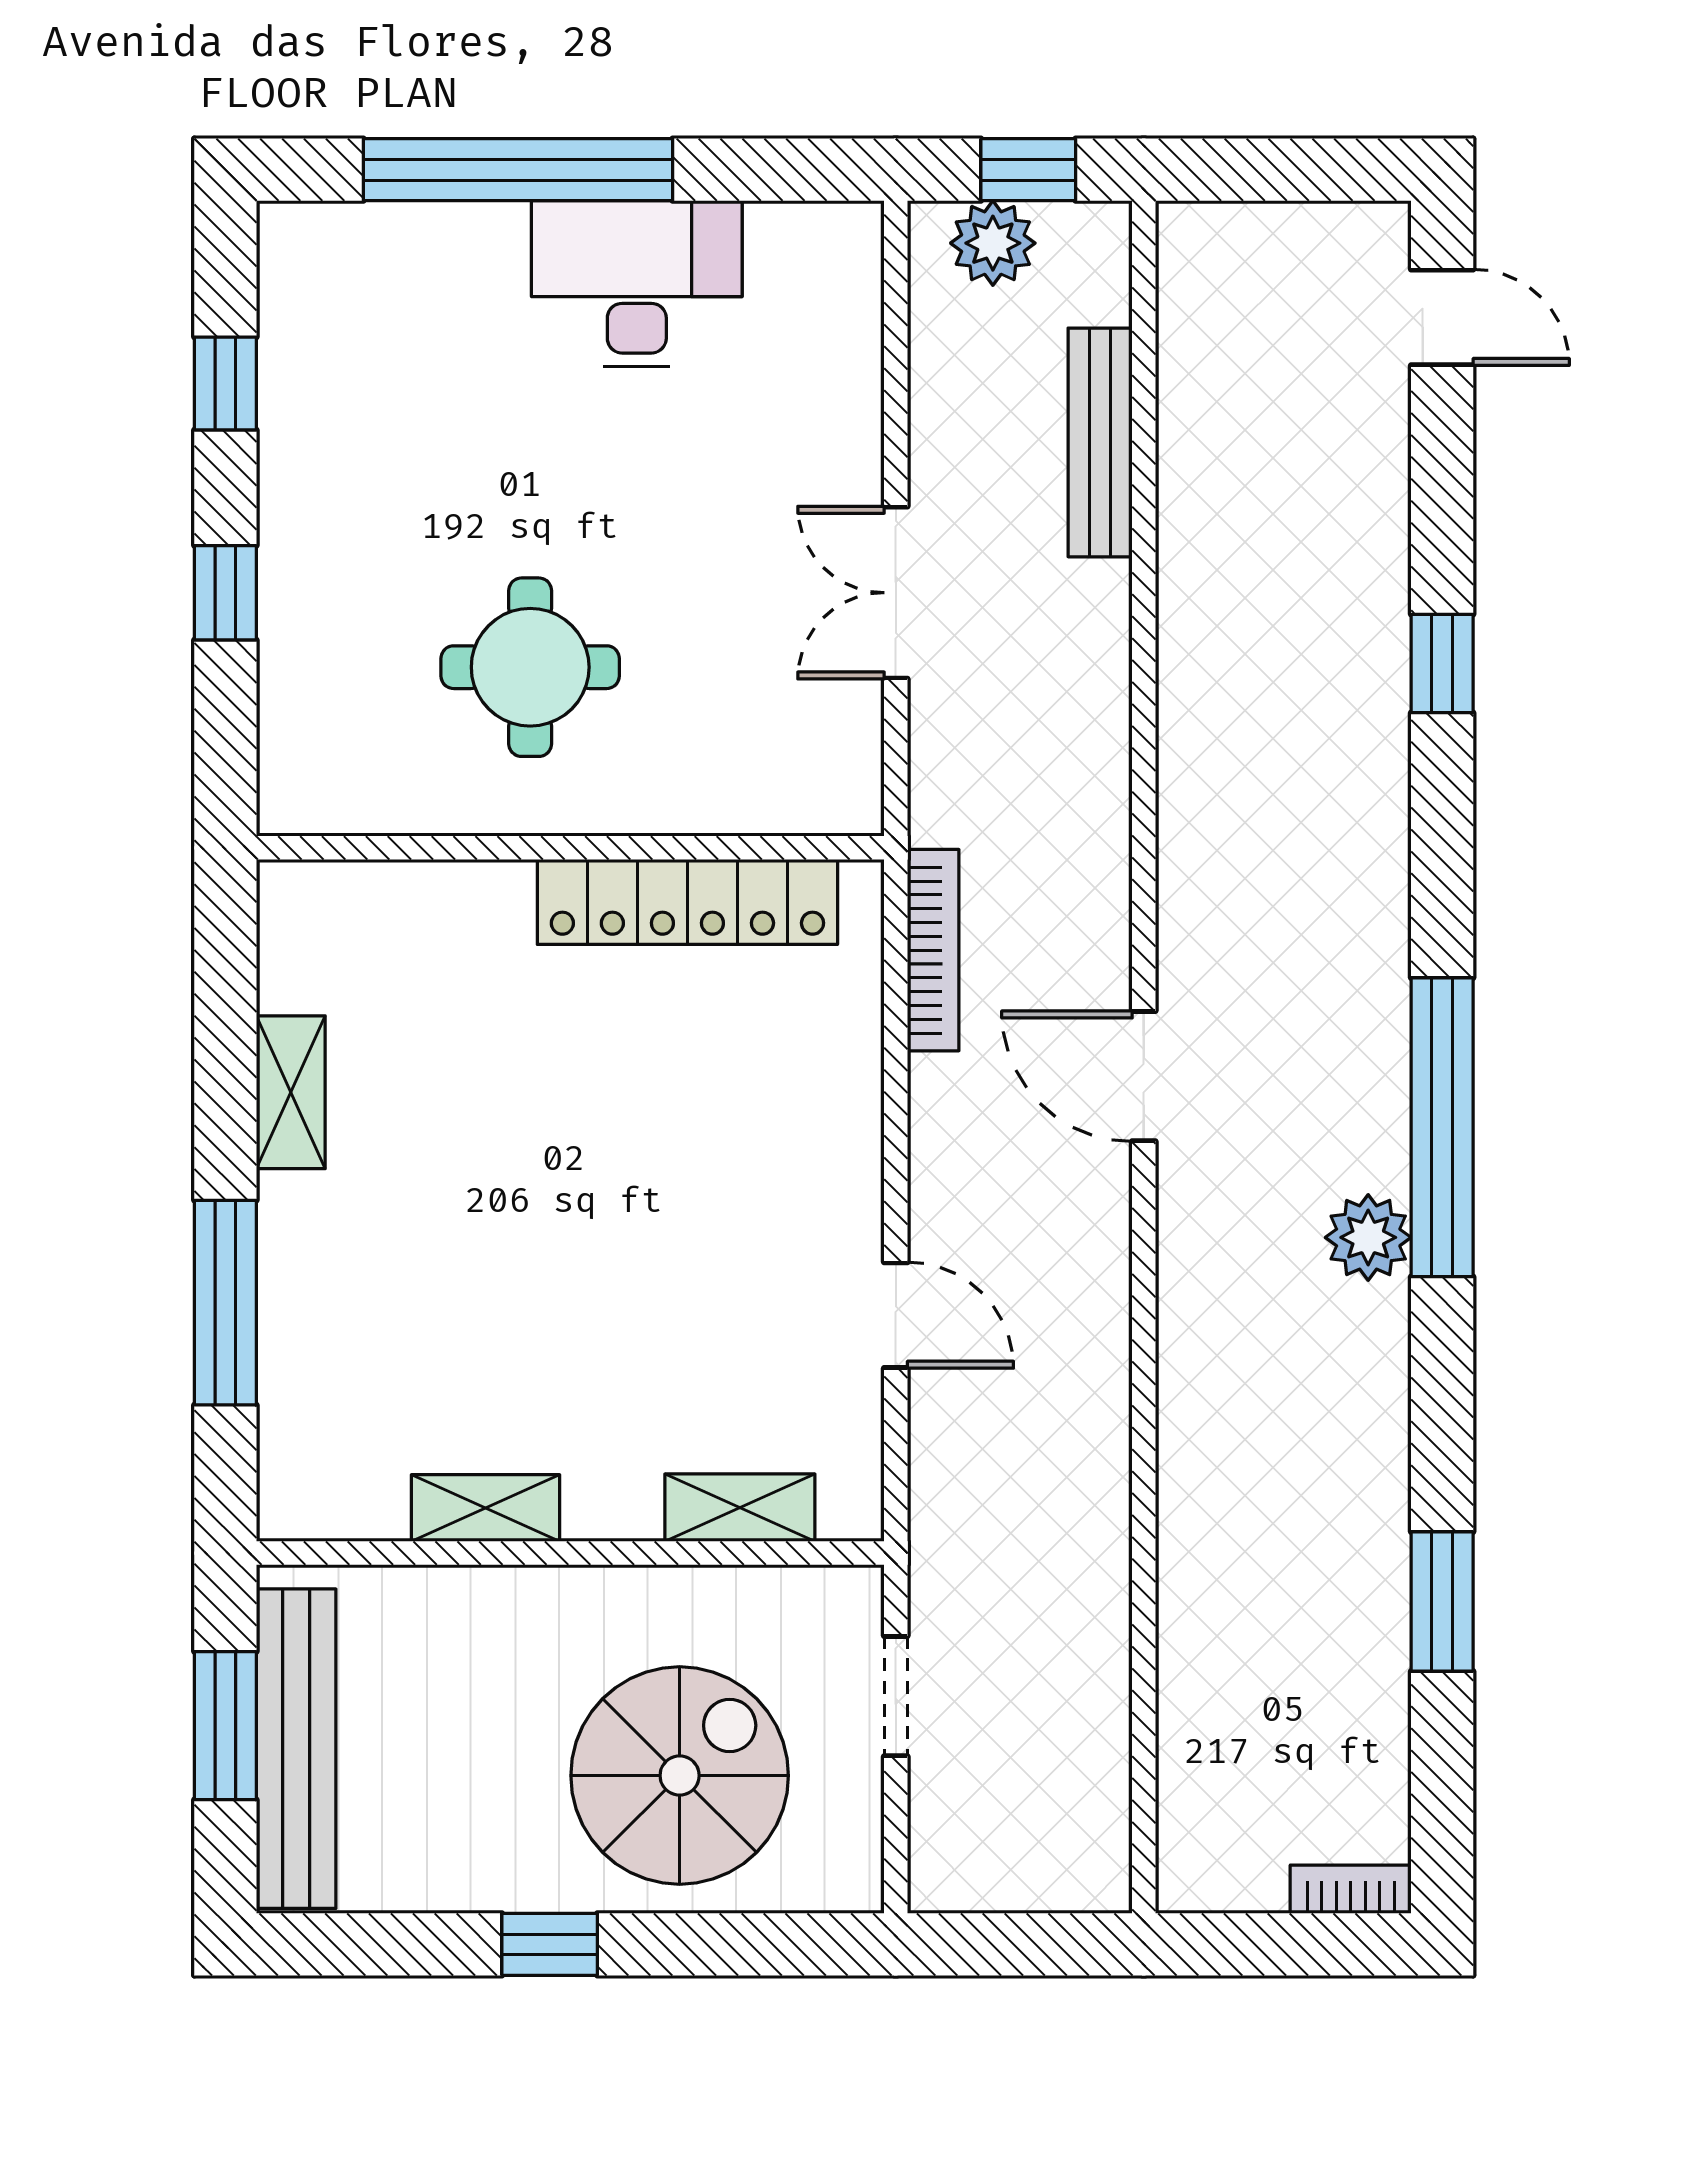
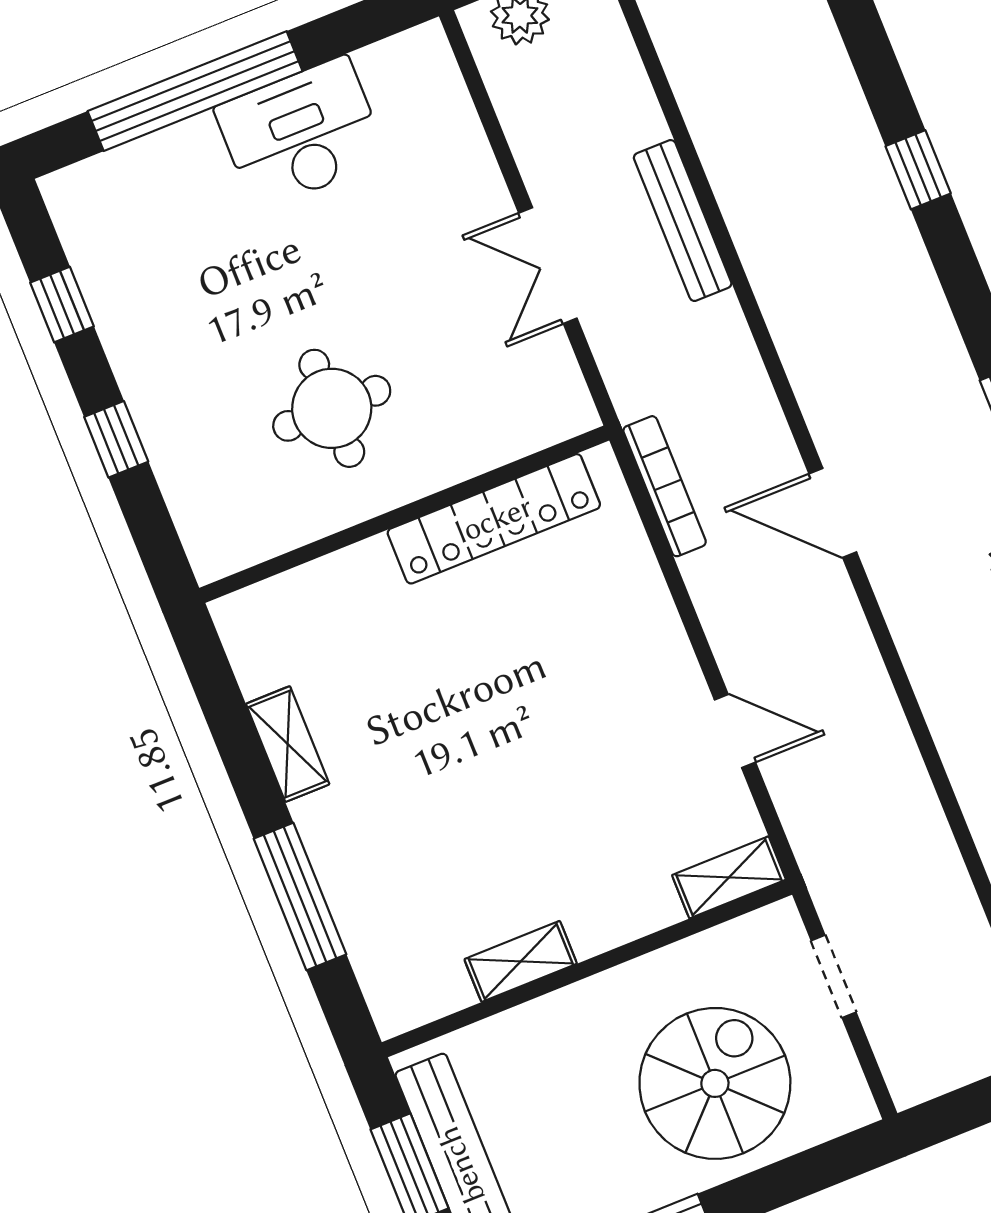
bench: (1100, 442) -> (683, 221), moved
shelving: (740, 1508) -> (729, 877), moved

